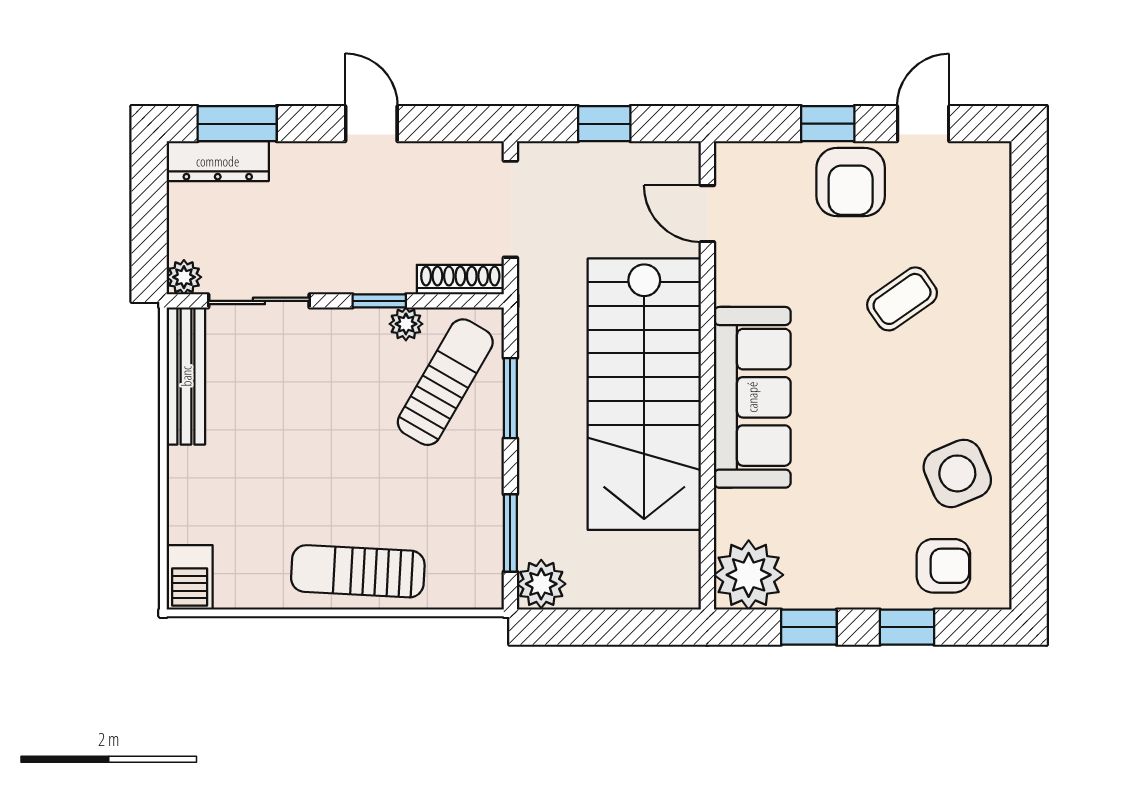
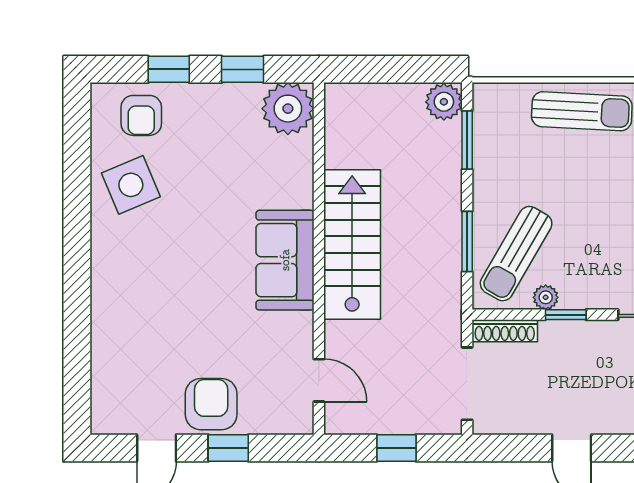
coffee table: (902, 299) -> (172, 316), removed
stairs: (644, 394) -> (352, 244), width x0.73, depth x0.66
sofa: (752, 397) -> (285, 260), width x0.73
armchair: (943, 566) -> (141, 115), turned -90

